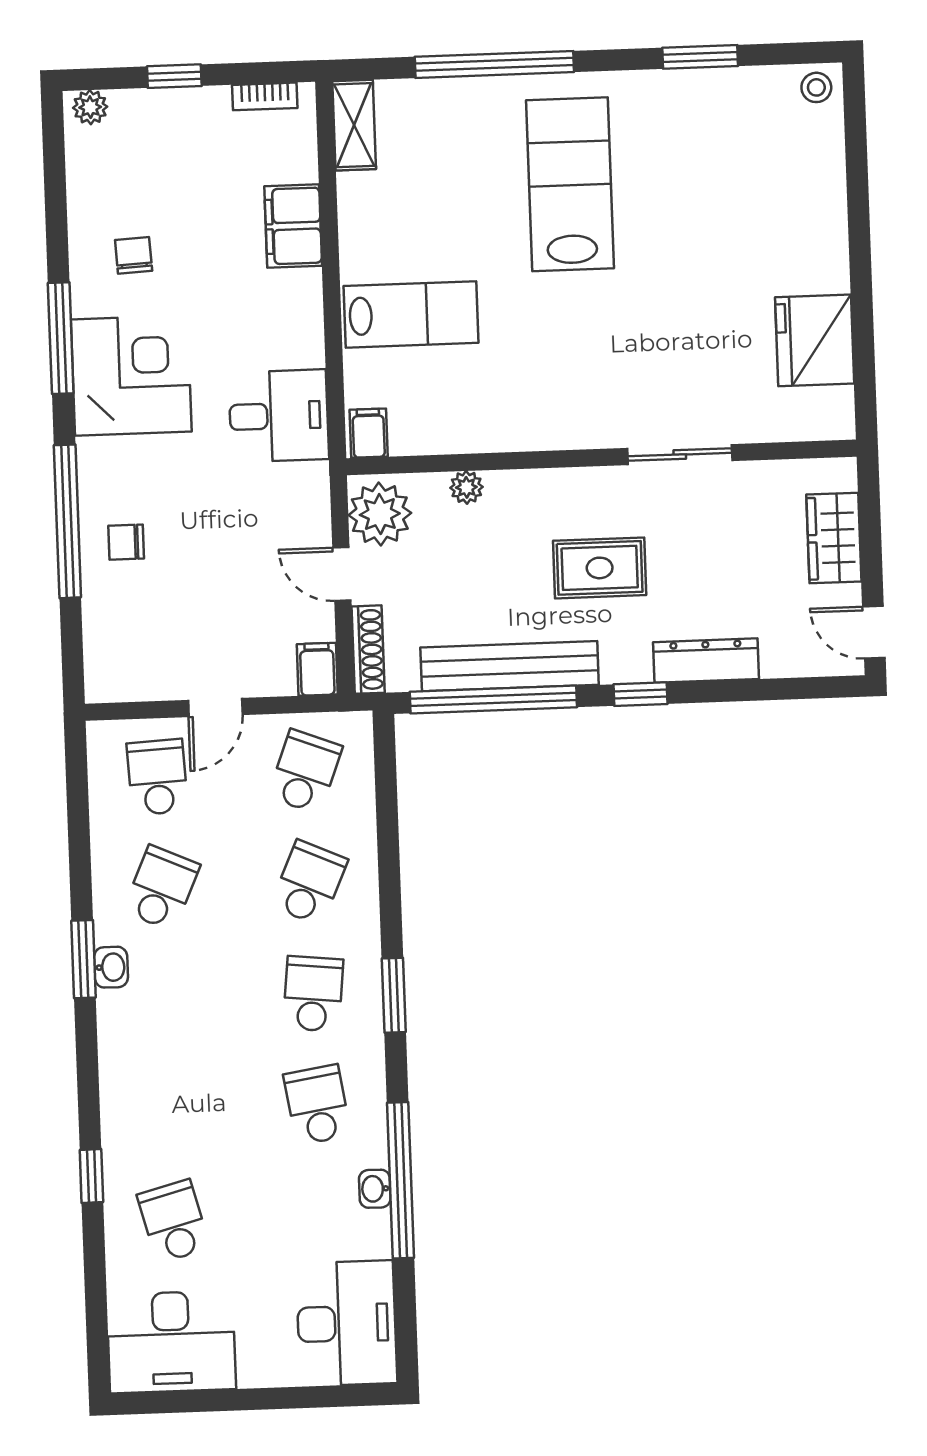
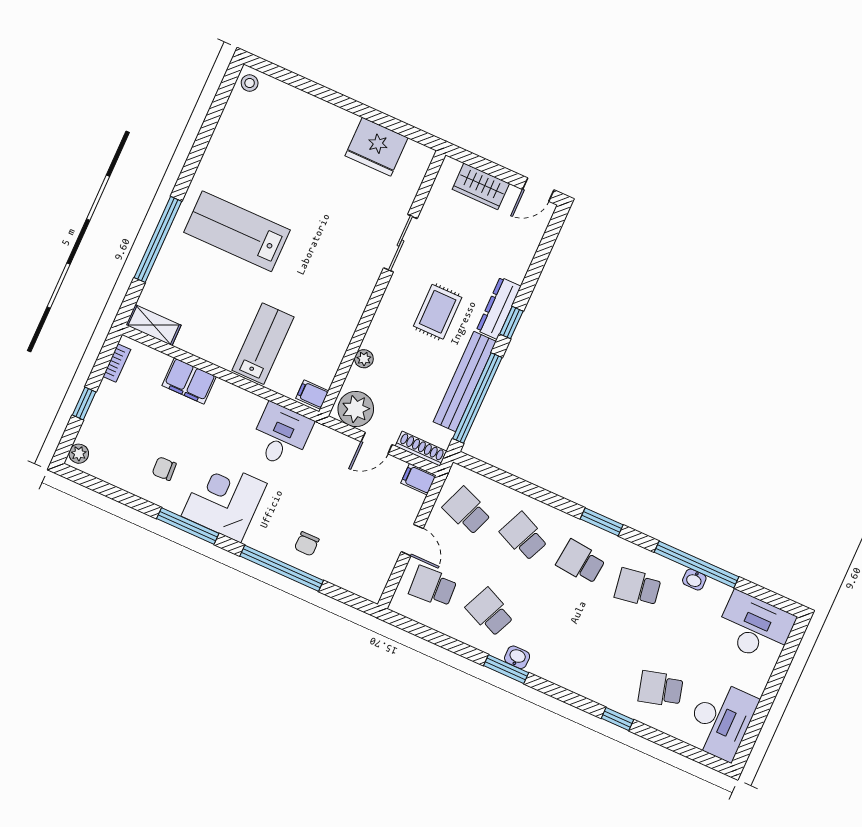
window: (700, 57) -> (205, 134), removed
dresser: (706, 661) -> (499, 308), moved

